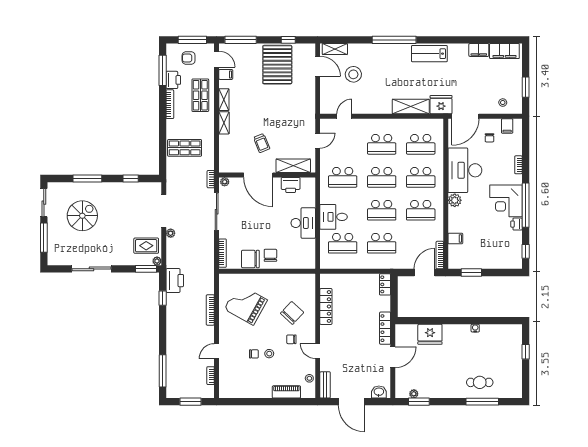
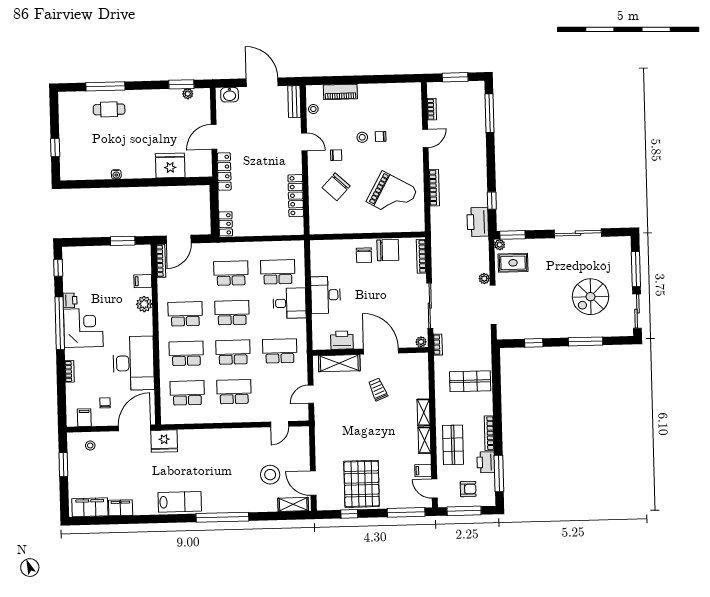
shelving: (411, 107) -> (200, 438), removed
plant: (455, 200) -> (144, 304), moved

